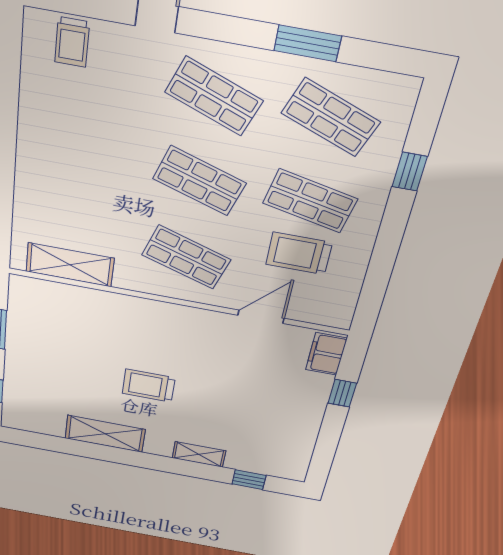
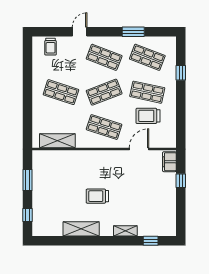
shop shelf: (89, 161) -> (61, 92), added
shop shelf: (199, 181) -> (104, 92), turned -39

